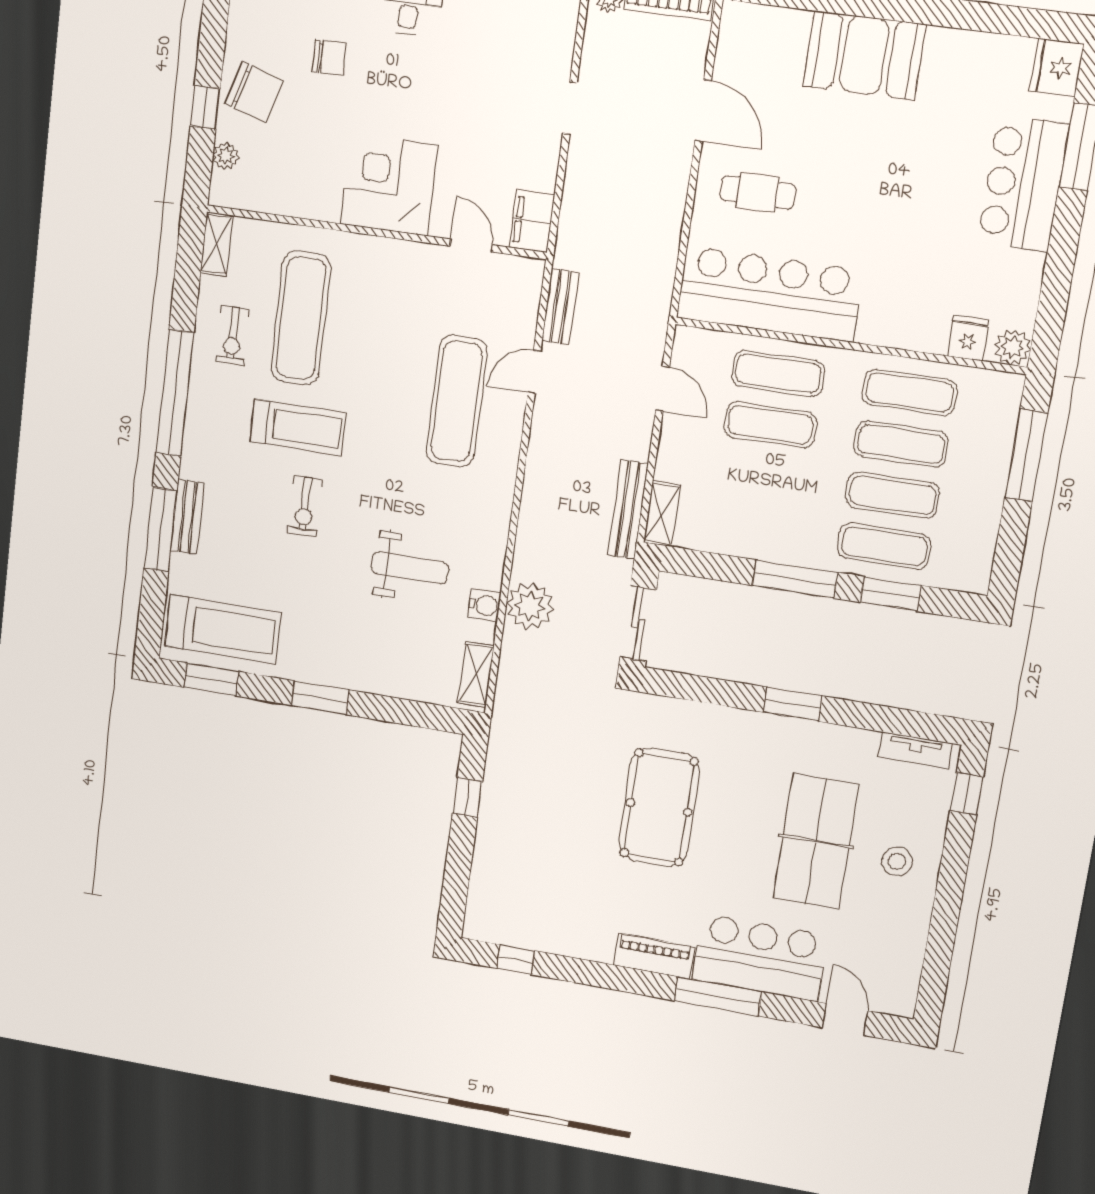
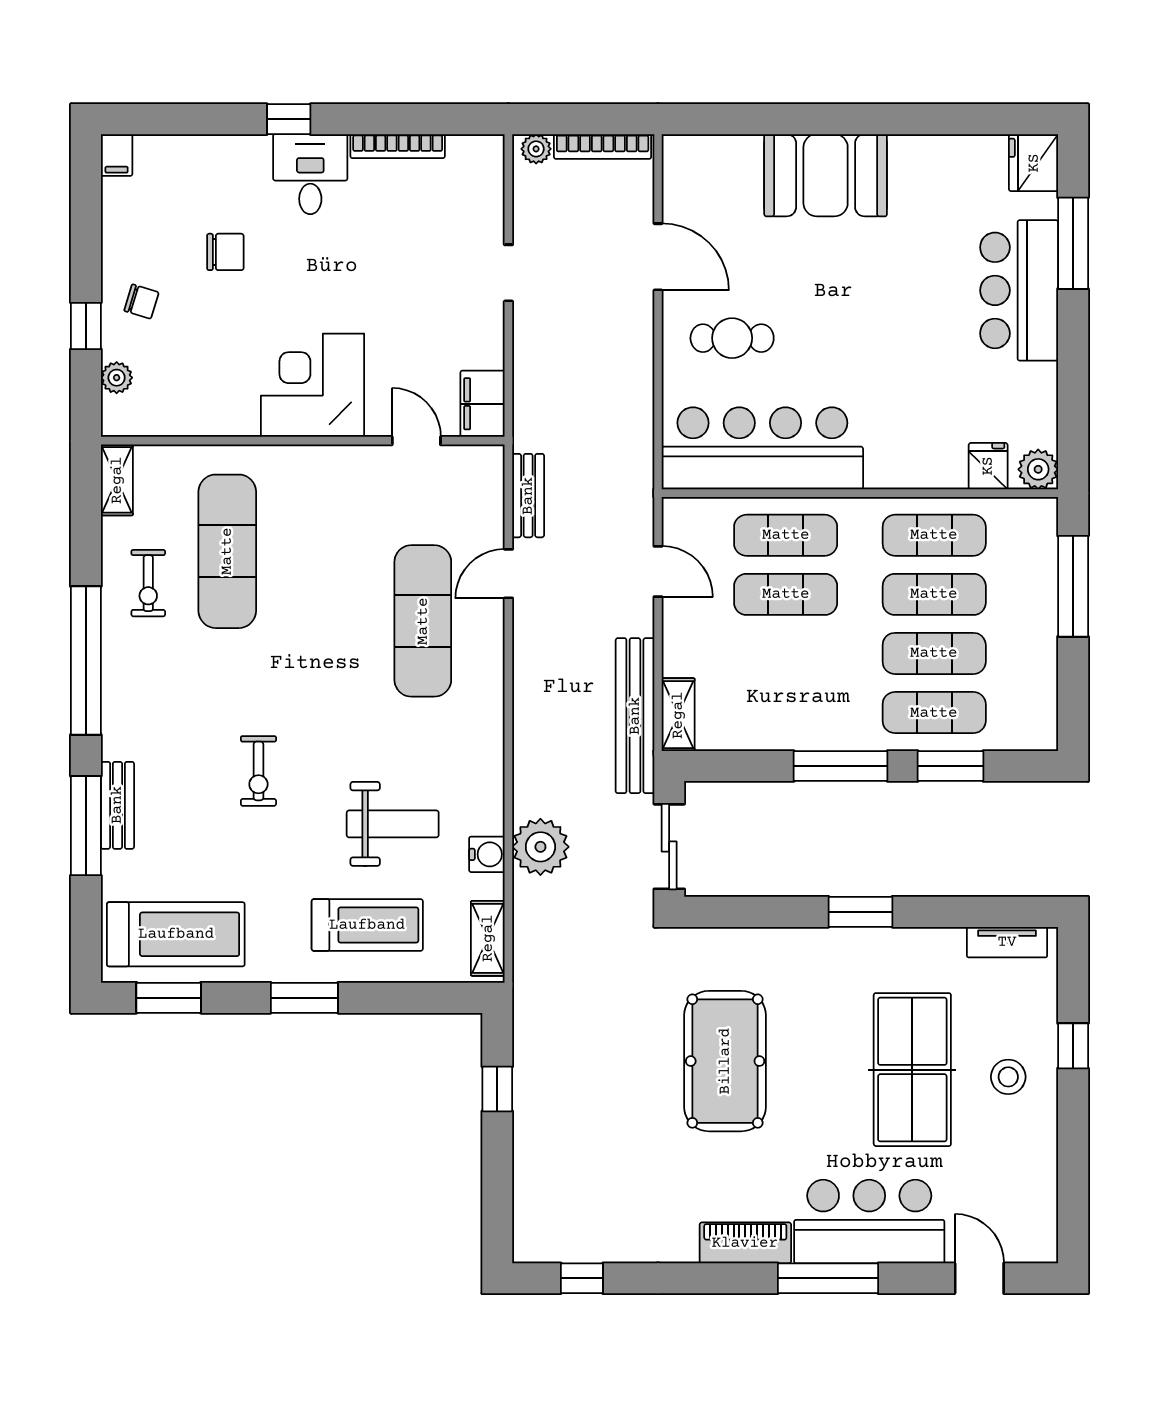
chair: (254, 92) -> (141, 302), width x0.54, depth x0.54
treadmill: (298, 427) -> (367, 925), moved
bench: (628, 509) -> (635, 716), width x1.37, depth x1.21
window: (967, 794) -> (1073, 1046), moved

